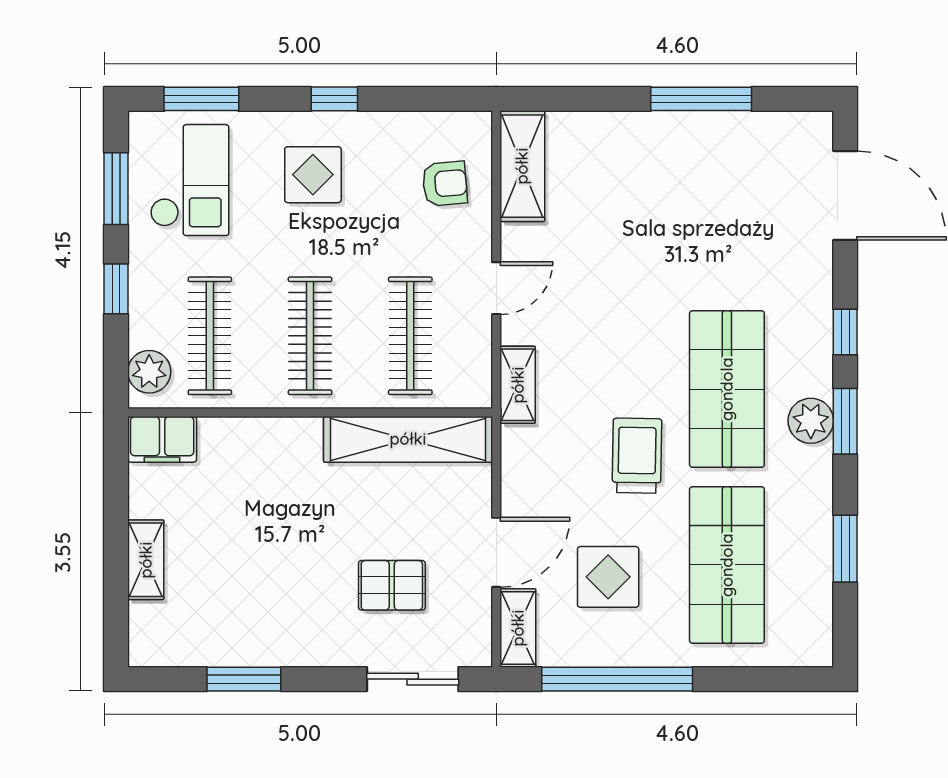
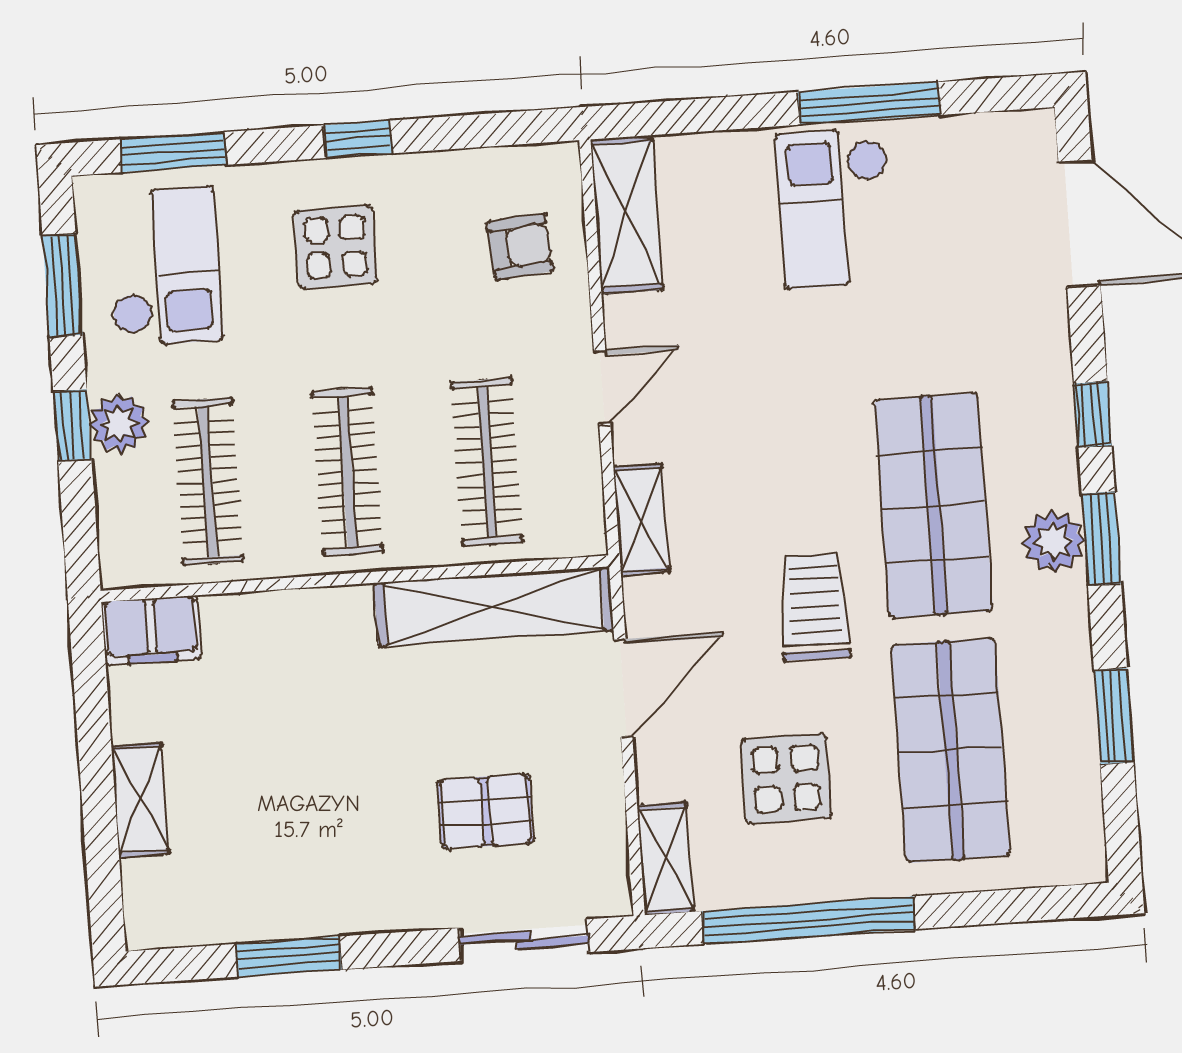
checkout: (671, 172) -> (835, 208), added
plant: (149, 372) -> (119, 423), moved
door: (496, 552) -> (623, 688), moved

